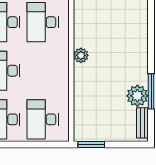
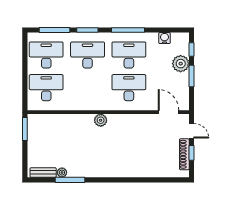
plant: (137, 96) -> (62, 173), width x0.53, depth x0.53

